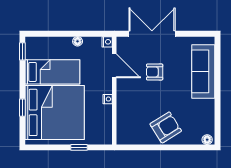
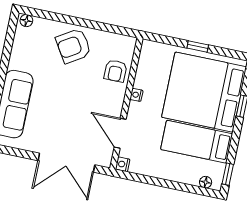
floor lamp: (78, 41) -> (206, 182), moved
armchair: (155, 72) -> (115, 71), moved, turned 90
window: (79, 147) -> (198, 46), moved

